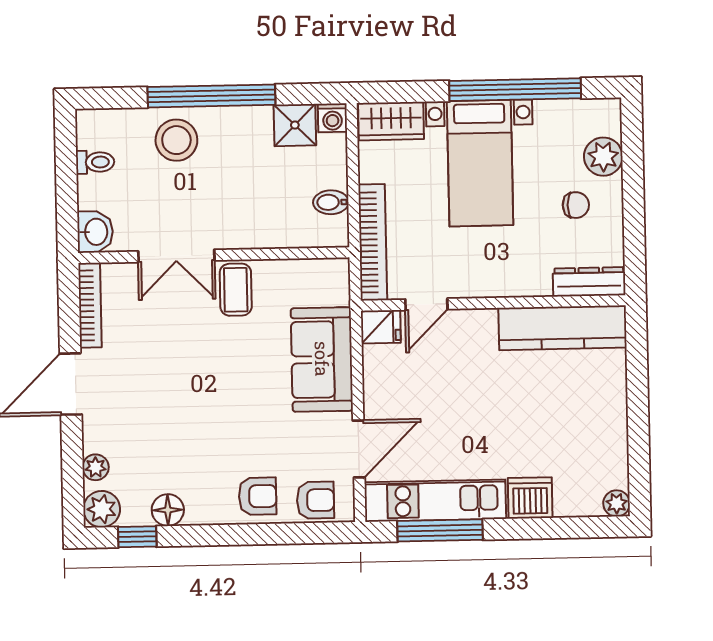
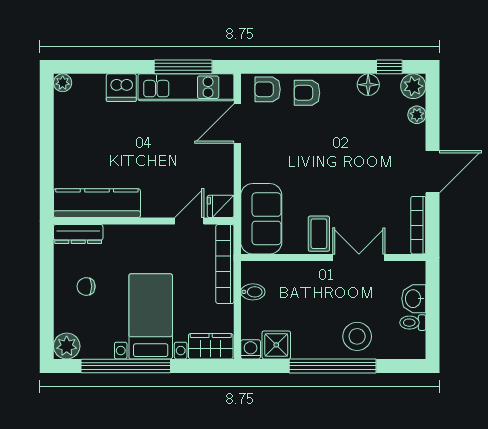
plant: (603, 157) -> (67, 346), moved
washbasin: (95, 232) -> (414, 299), moved
sofa: (322, 359) -> (261, 219), moved

